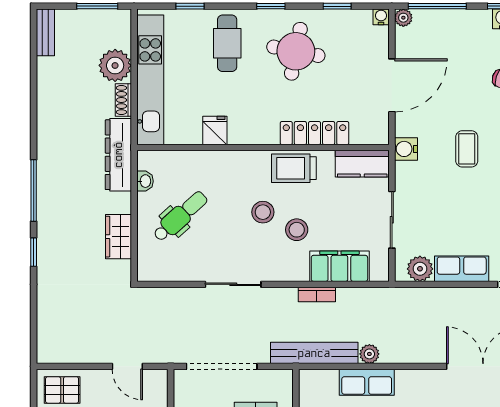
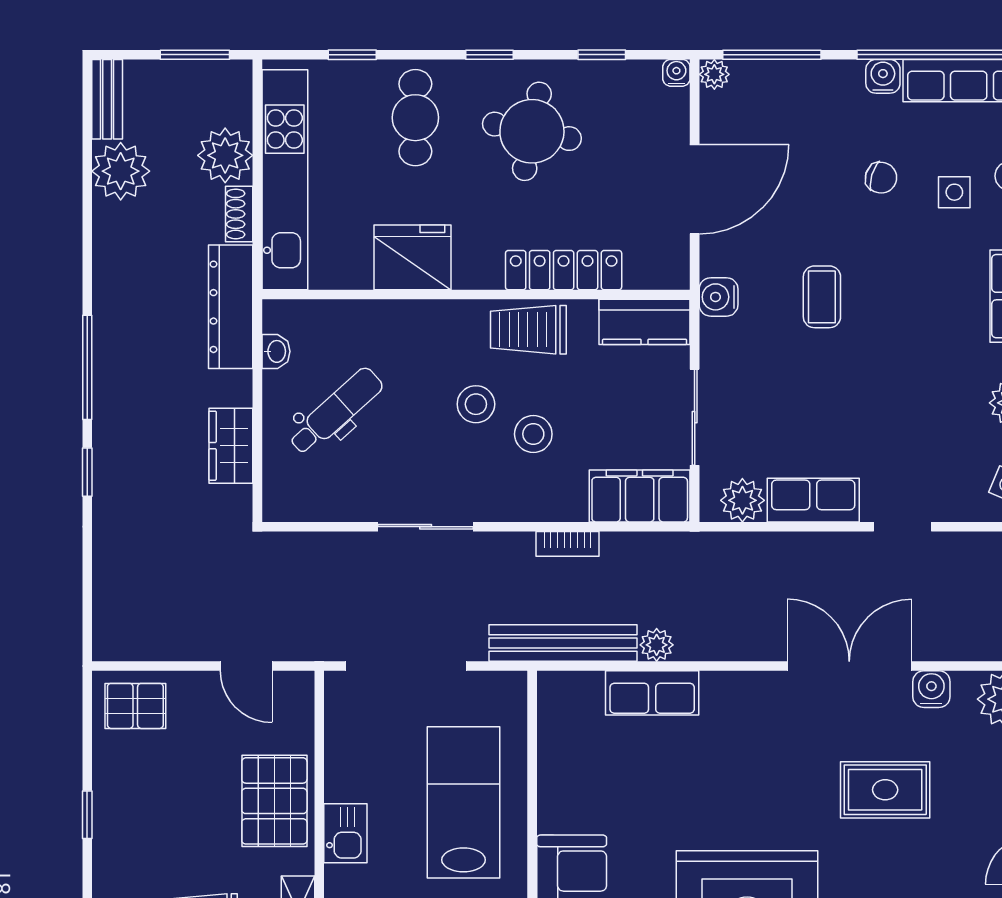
plant: (53, 75) -> (121, 171), added
fridge: (215, 130) -> (412, 257), width x1.88, depth x1.34
filing cabinet: (339, 266) -> (640, 496), moved

